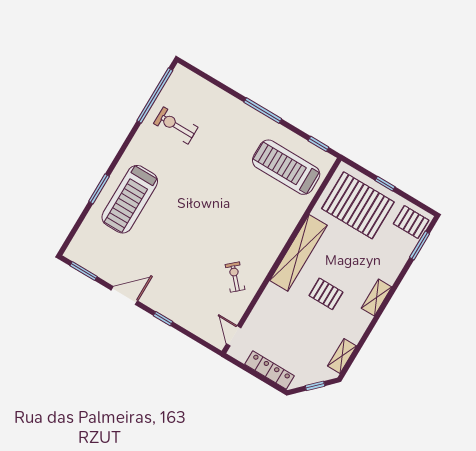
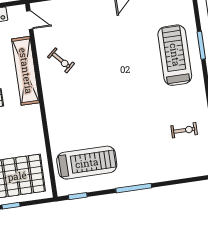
exercise bike: (176, 125) -> (184, 130), width x0.73, depth x0.72
shelving: (298, 253) -> (26, 71), moved

